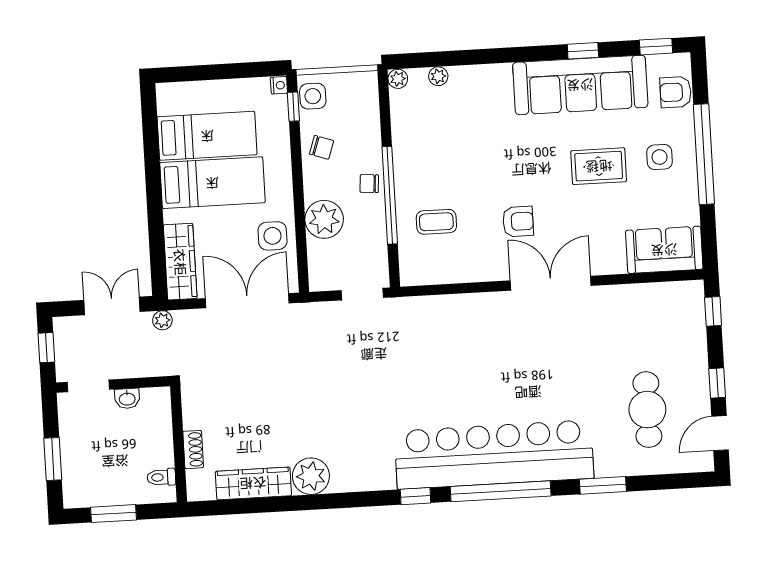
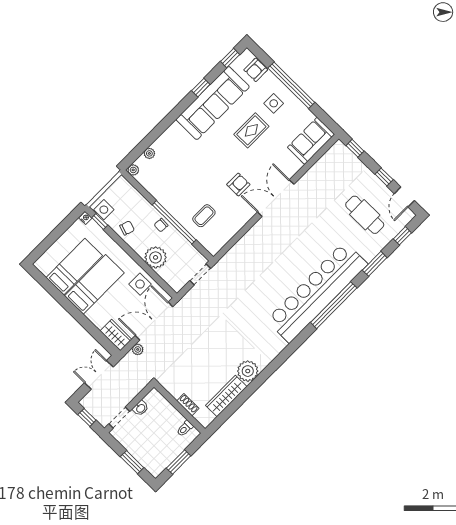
wardrobe: (180, 262) -> (116, 335), width x0.67
plant: (162, 320) -> (138, 349), moved
window: (415, 496) -> (402, 236), moved

